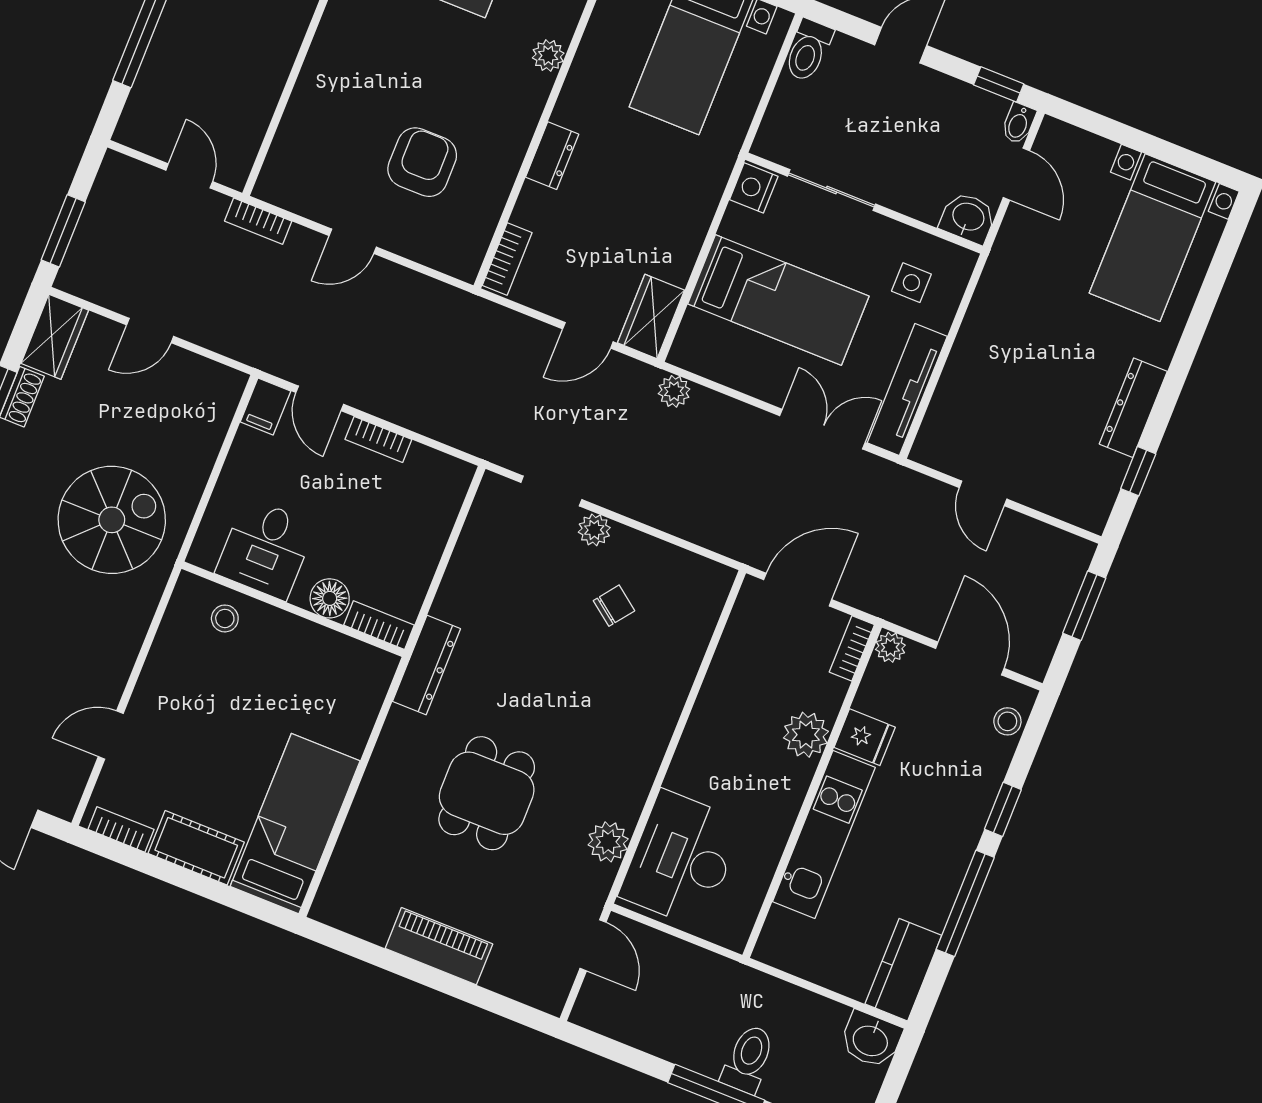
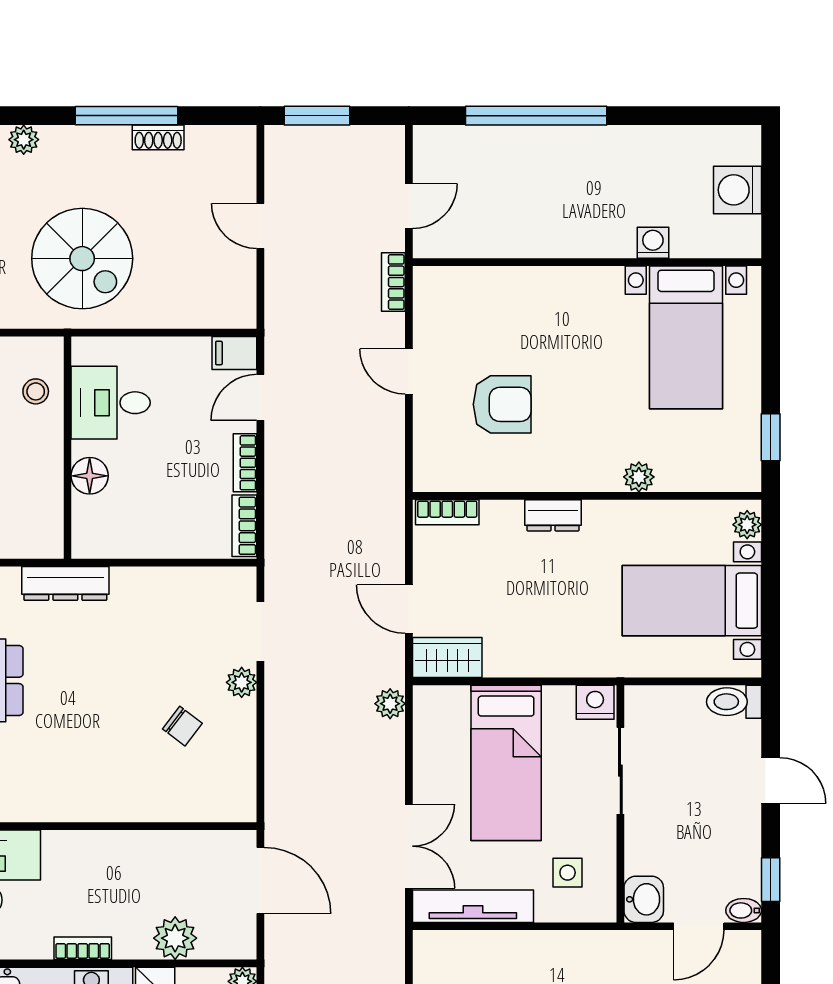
wardrobe: (55, 337) -> (222, 145), removed
bookcase: (379, 625) -> (244, 526), moved, turned 180
bookcase: (852, 648) -> (83, 948), moved
plant: (806, 735) -> (175, 938), moved

